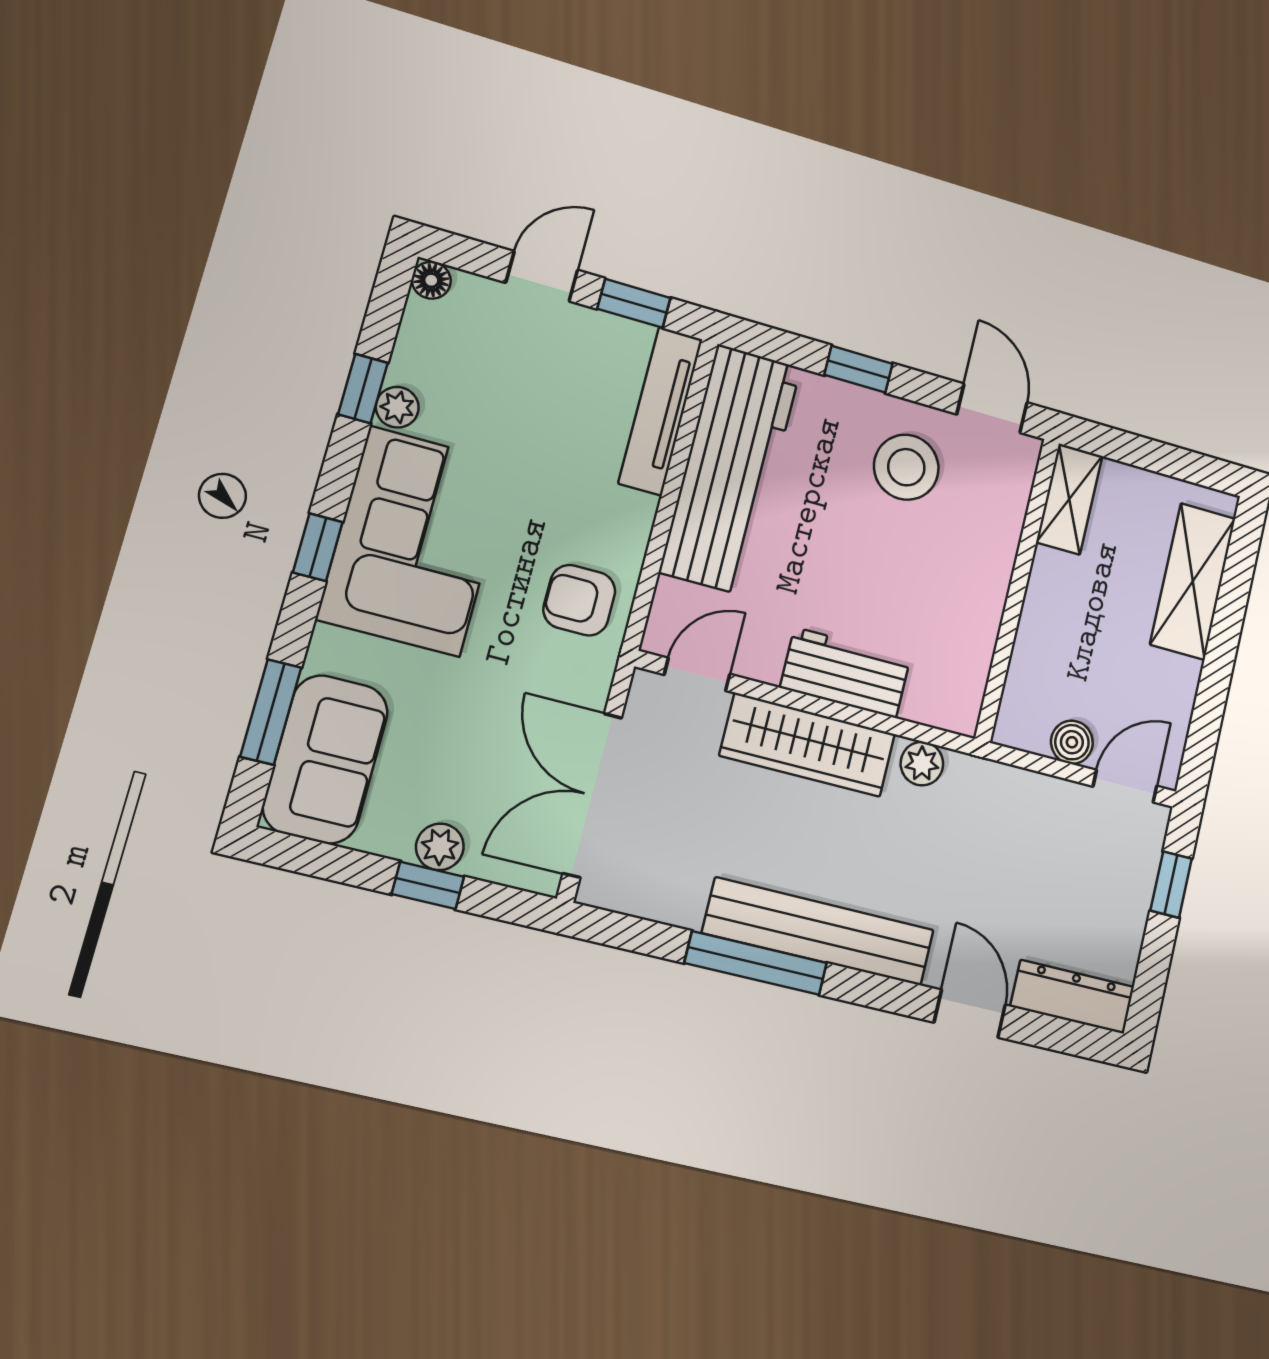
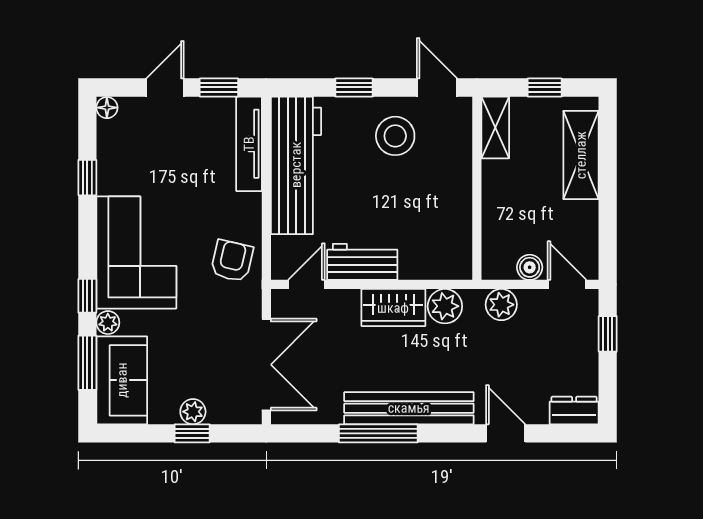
plant: (397, 407) -> (108, 323), moved
window: (1160, 458) -> (545, 87), added
window: (318, 547) -> (87, 296), moved
armchair: (579, 600) -> (232, 261), turned 103
workbench: (845, 673) -> (362, 262), moved
wardrobe: (808, 745) -> (393, 308), width x0.67
plant: (922, 764) -> (445, 306), width x1.38, depth x1.38
door: (1125, 786) -> (567, 284), hinge flipped
plant: (1013, 793) -> (501, 305), added
double door: (592, 795) -> (266, 365), swing flipped
dresser: (1072, 997) -> (574, 411), width x0.70

